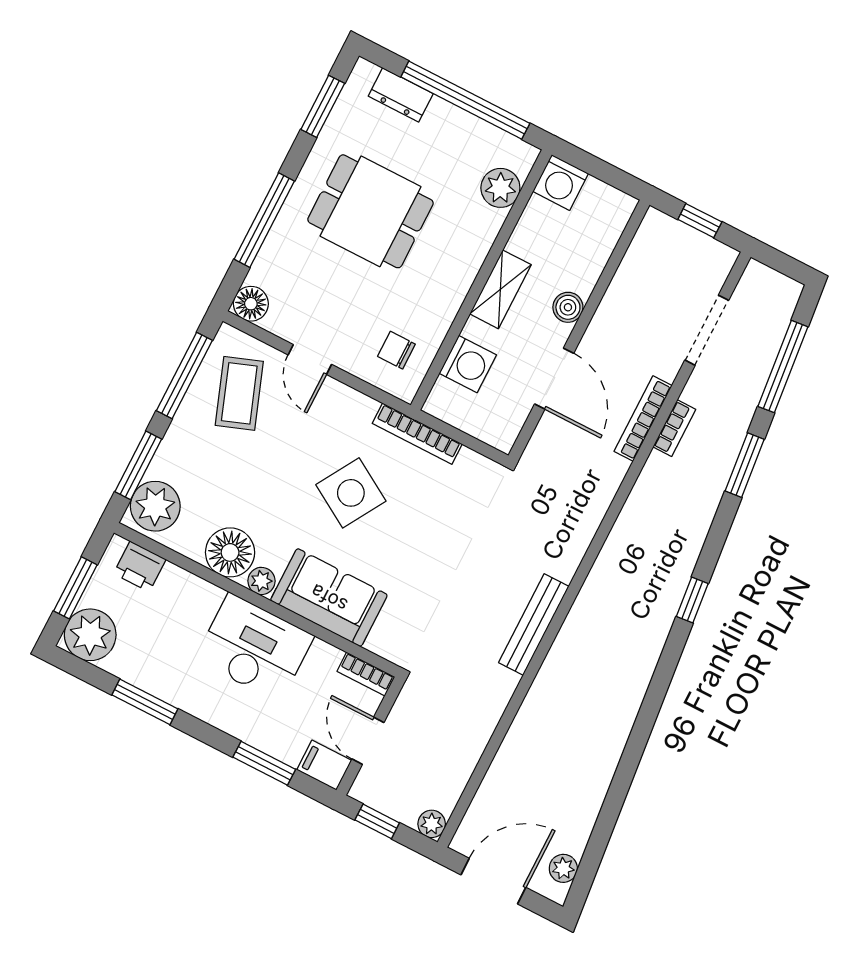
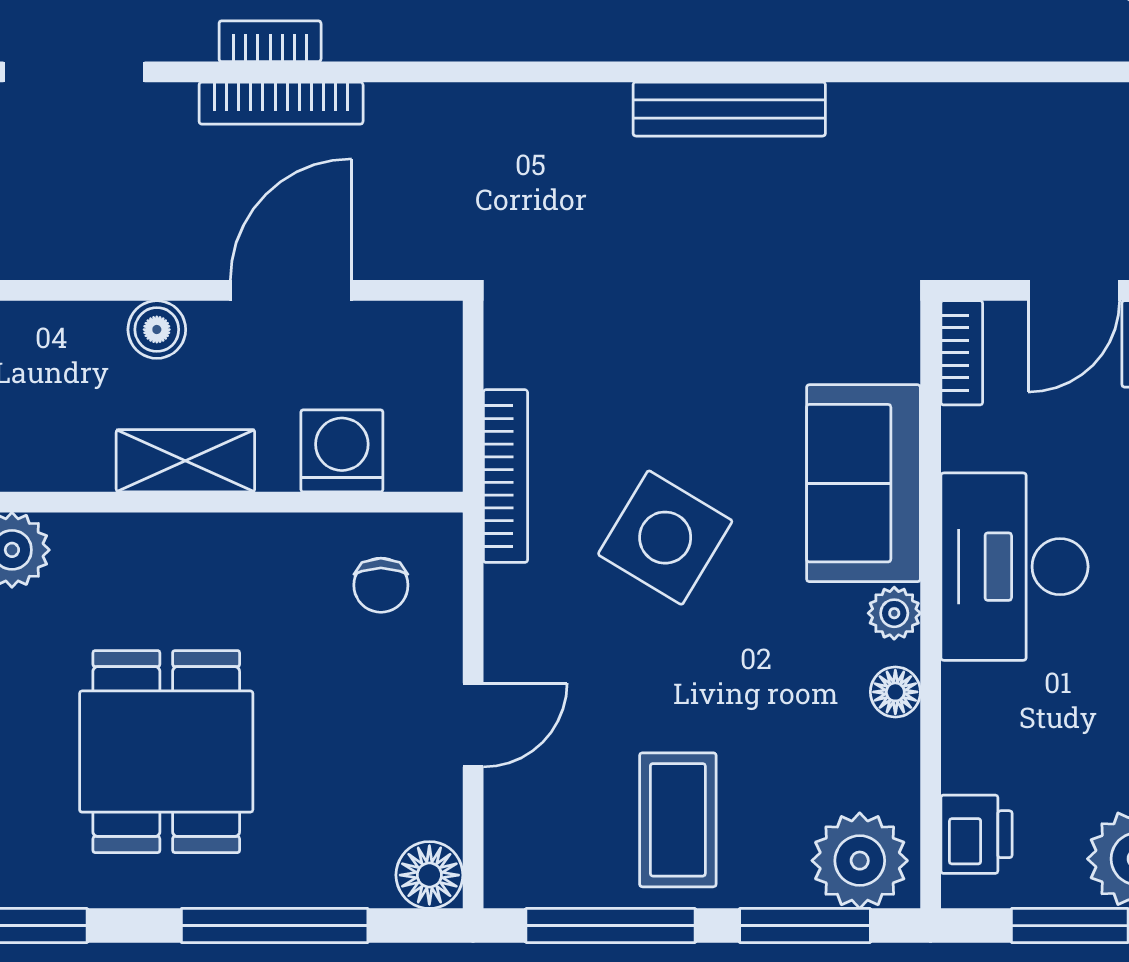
coffee table: (239, 393) -> (678, 820), moved, turned -70
floor lamp: (230, 552) -> (895, 692), width x0.53, depth x0.53

